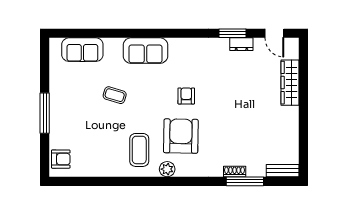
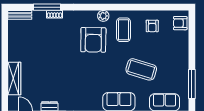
coffee table: (115, 95) -> (141, 69), width x1.86, depth x1.72
armchair: (186, 96) -> (152, 26), moved
window: (45, 113) -> (192, 84), moved

